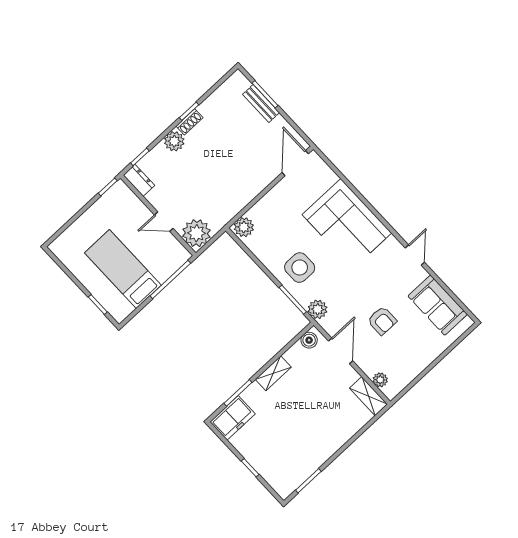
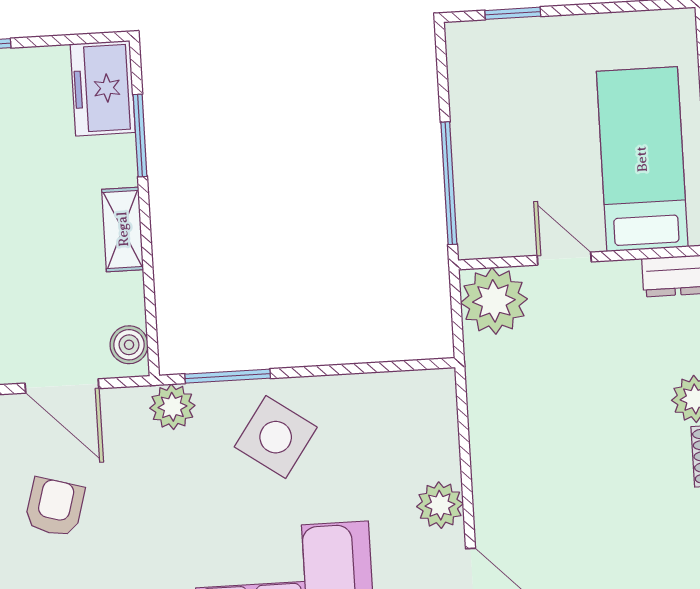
door: (164, 222) -> (564, 259), hinge flipped
plant: (244, 227) -> (440, 505), moved
side table: (300, 268) -> (276, 437), turned 35
bed: (123, 269) -> (642, 159), moved, turned -90
armchair: (382, 321) -> (55, 507), turned 106

